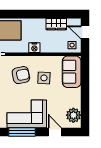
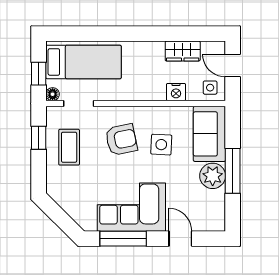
nightstand: (34, 48) -> (176, 92), moved
window: (85, 93) -> (233, 171), added
plant: (73, 115) -> (213, 176), moved

